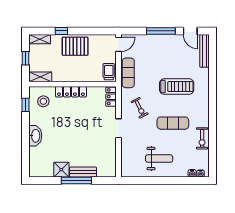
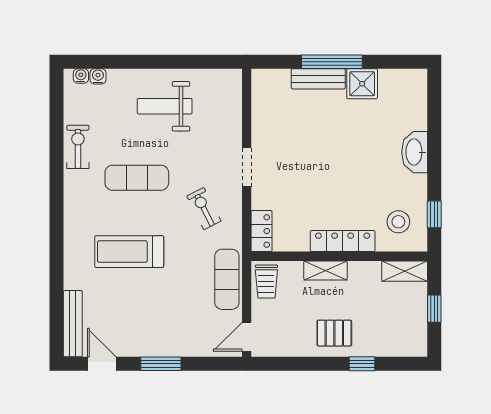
window: (161, 31) -> (161, 364), width x0.69
shelving: (40, 39) -> (325, 270), moved
pallet: (75, 46) -> (334, 333), width x0.67, depth x0.71

